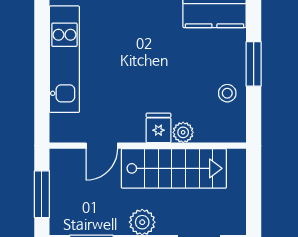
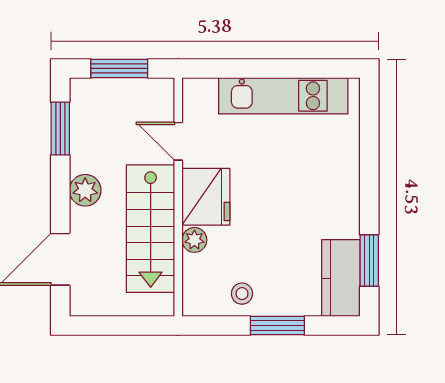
fridge: (158, 128) -> (206, 197), width x1.88, depth x1.34

